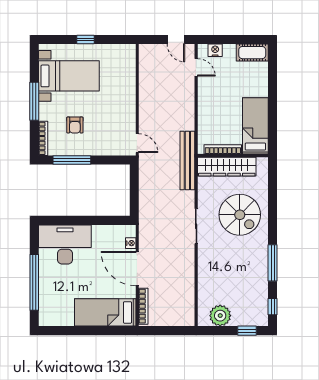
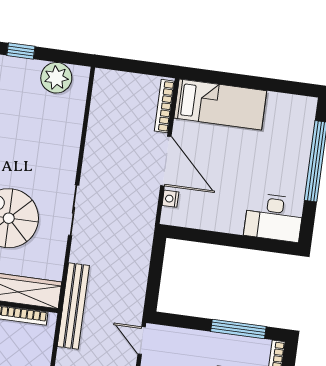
desk: (65, 244) -> (274, 217), width x0.73, depth x0.77

